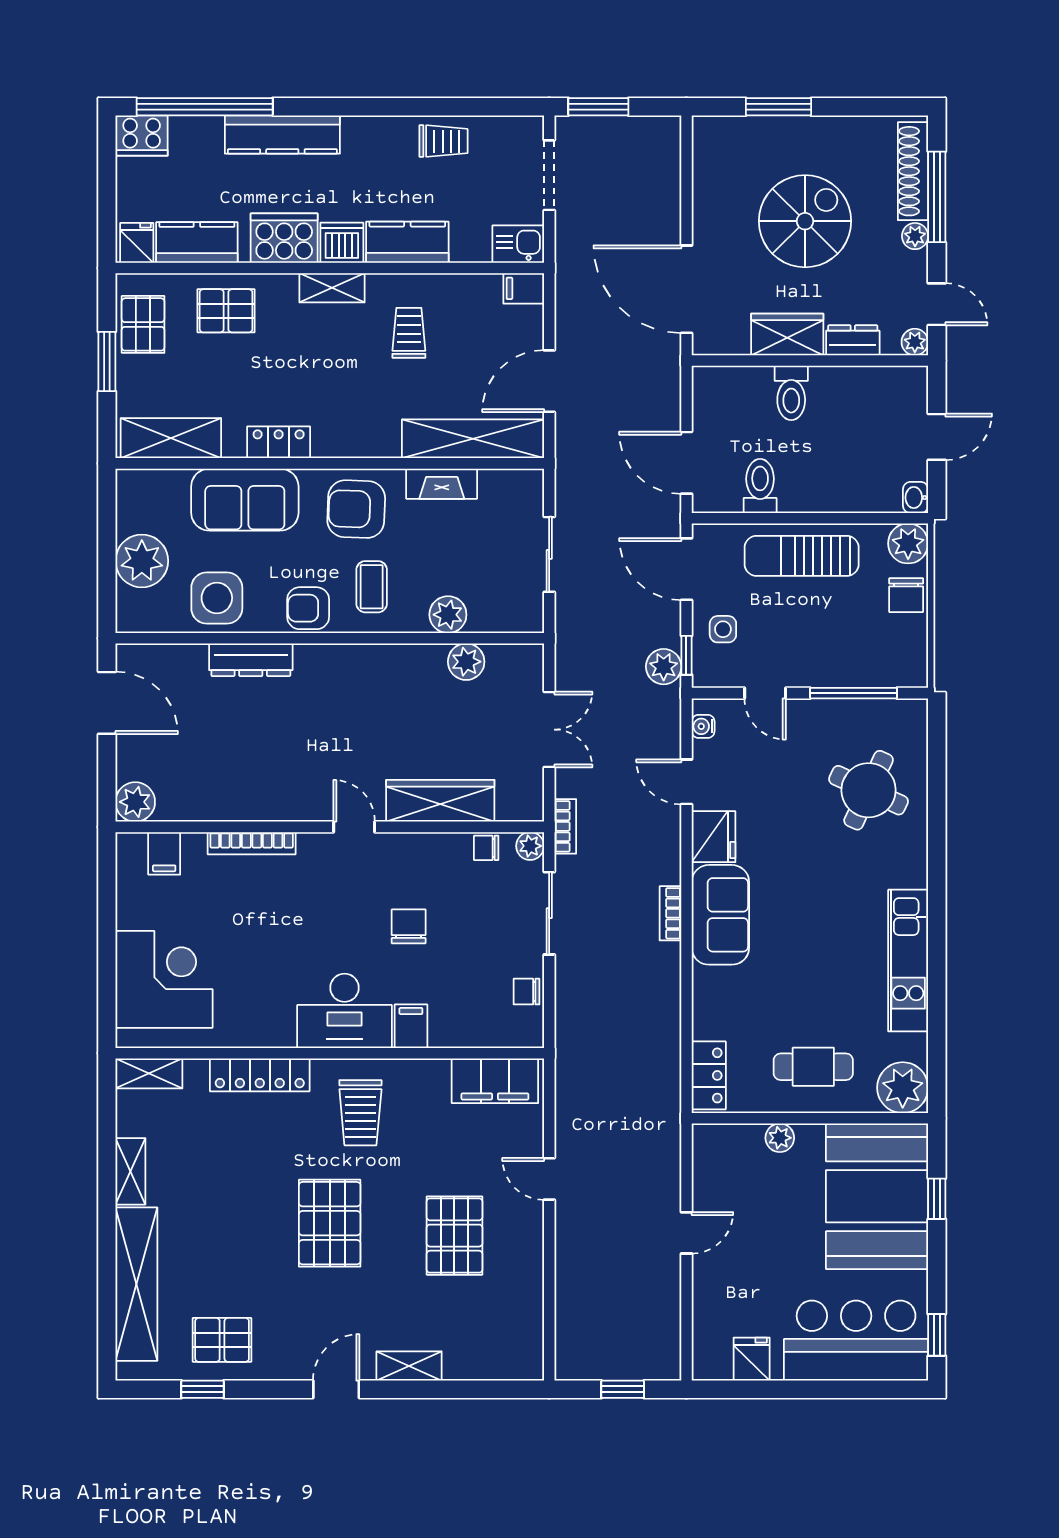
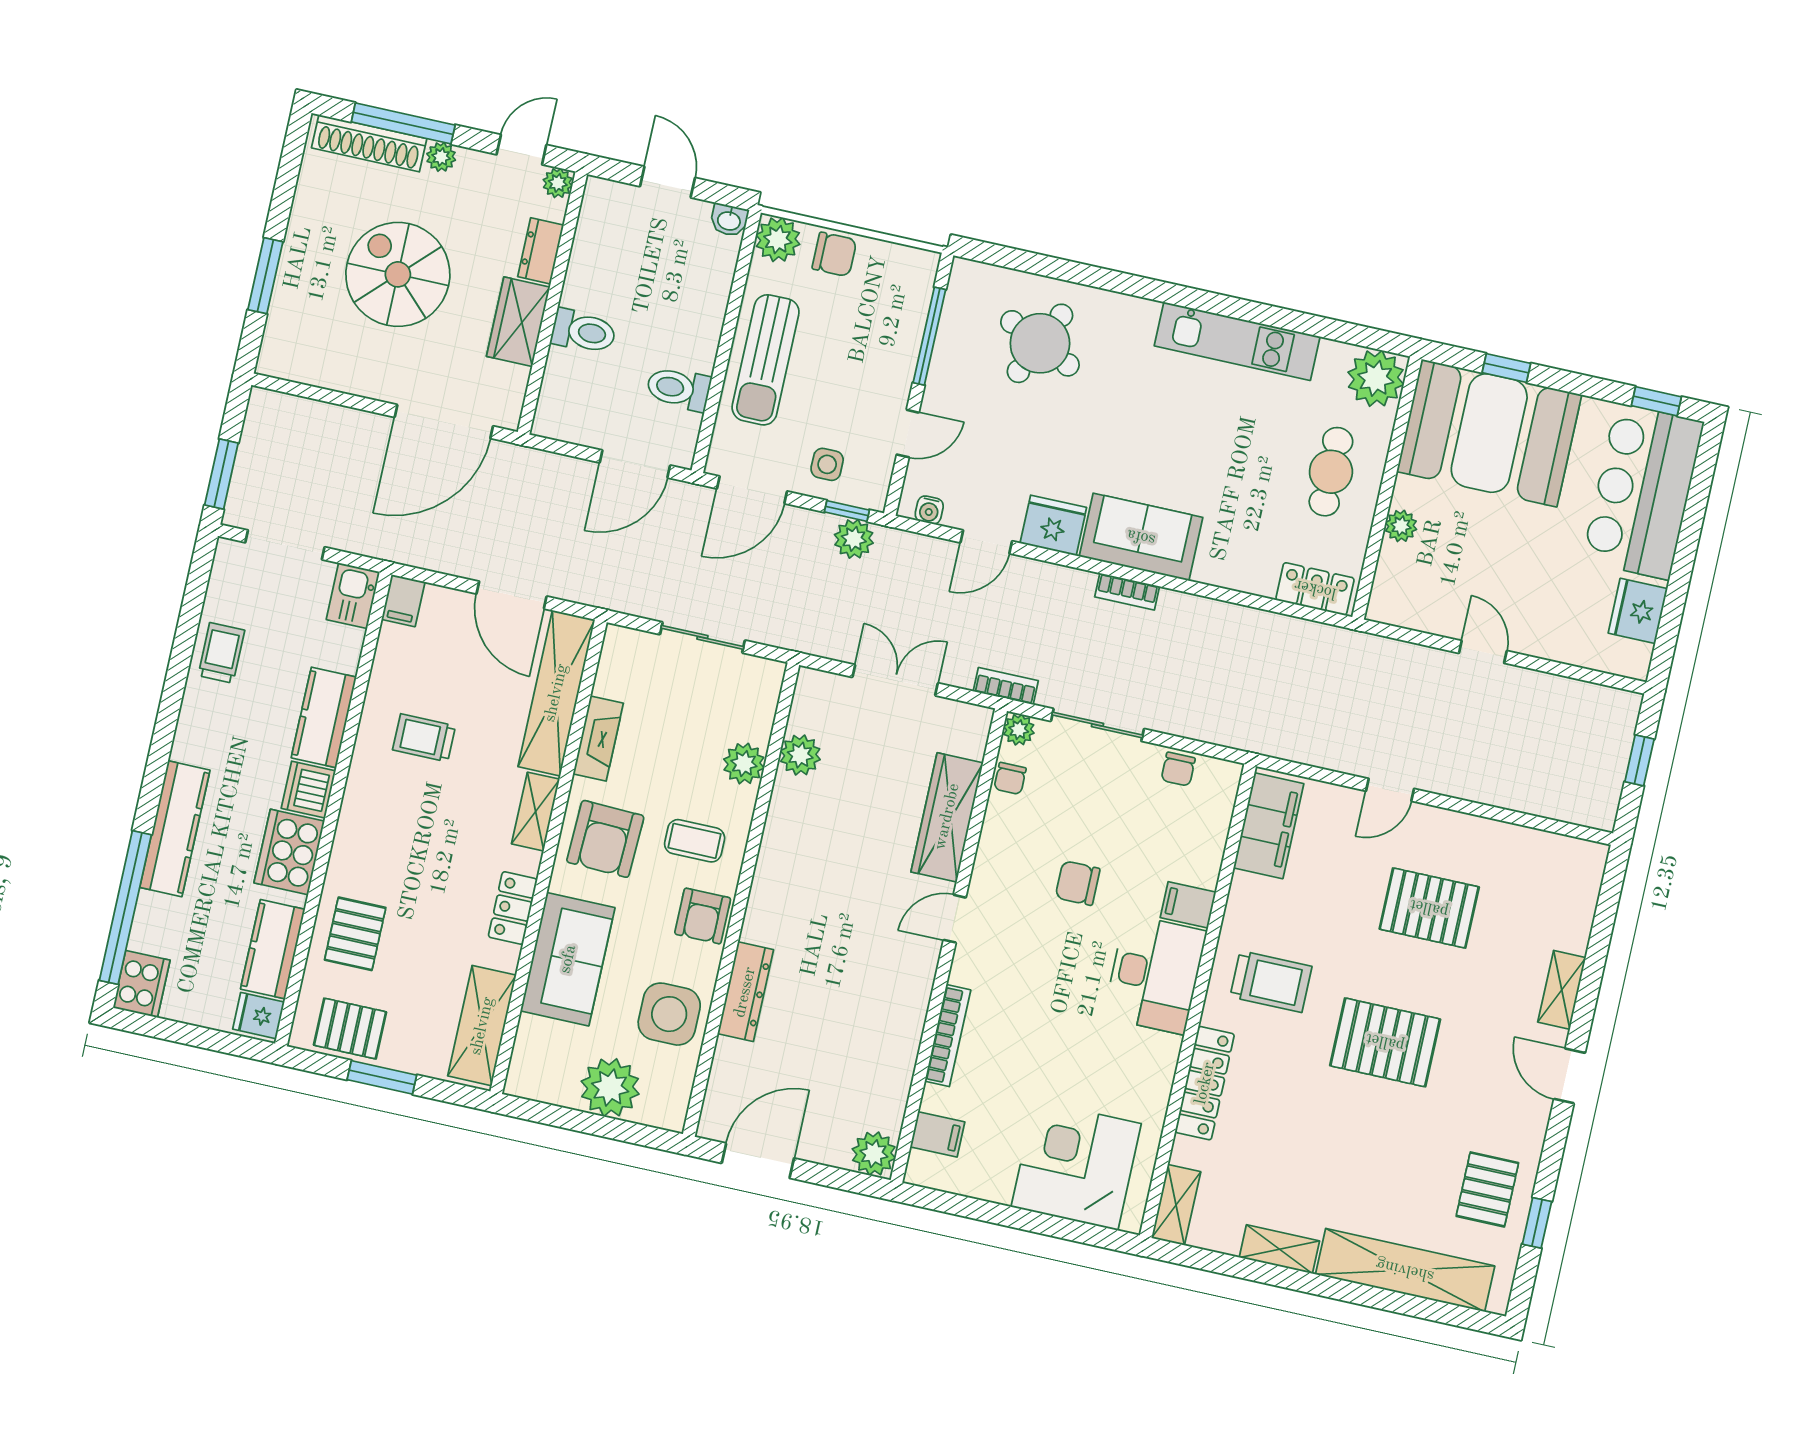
shelving: (332, 288) -> (536, 812), moved
fridge: (752, 1359) -> (1638, 611), width x1.38

